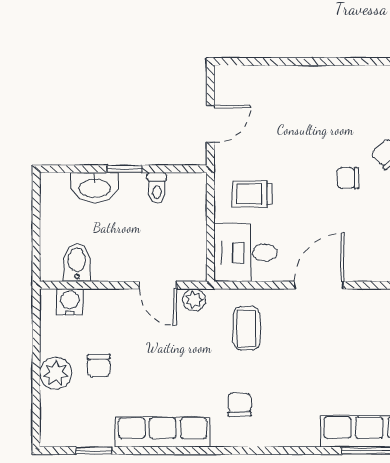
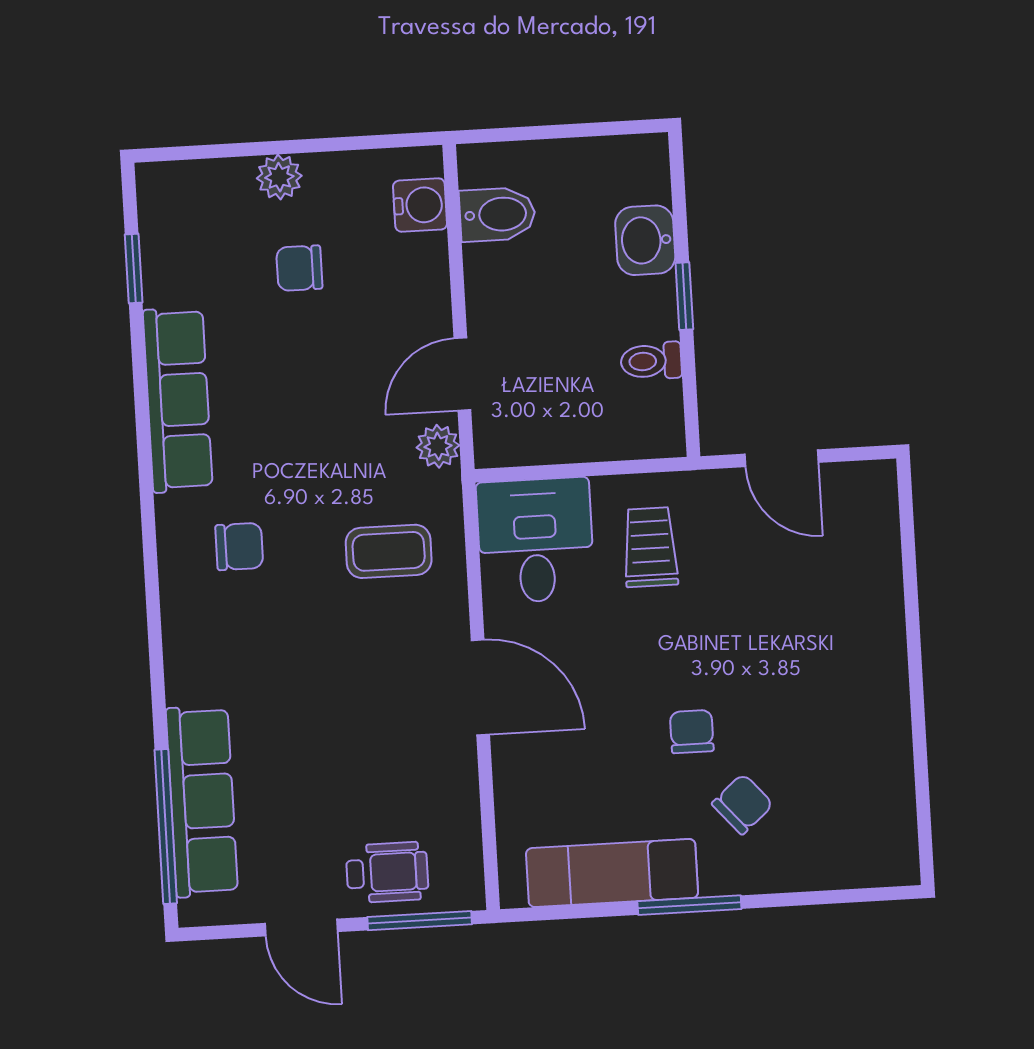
washbasin: (95, 187) -> (645, 240), width x0.72
plant: (56, 373) -> (279, 177), width x0.73, depth x0.73

